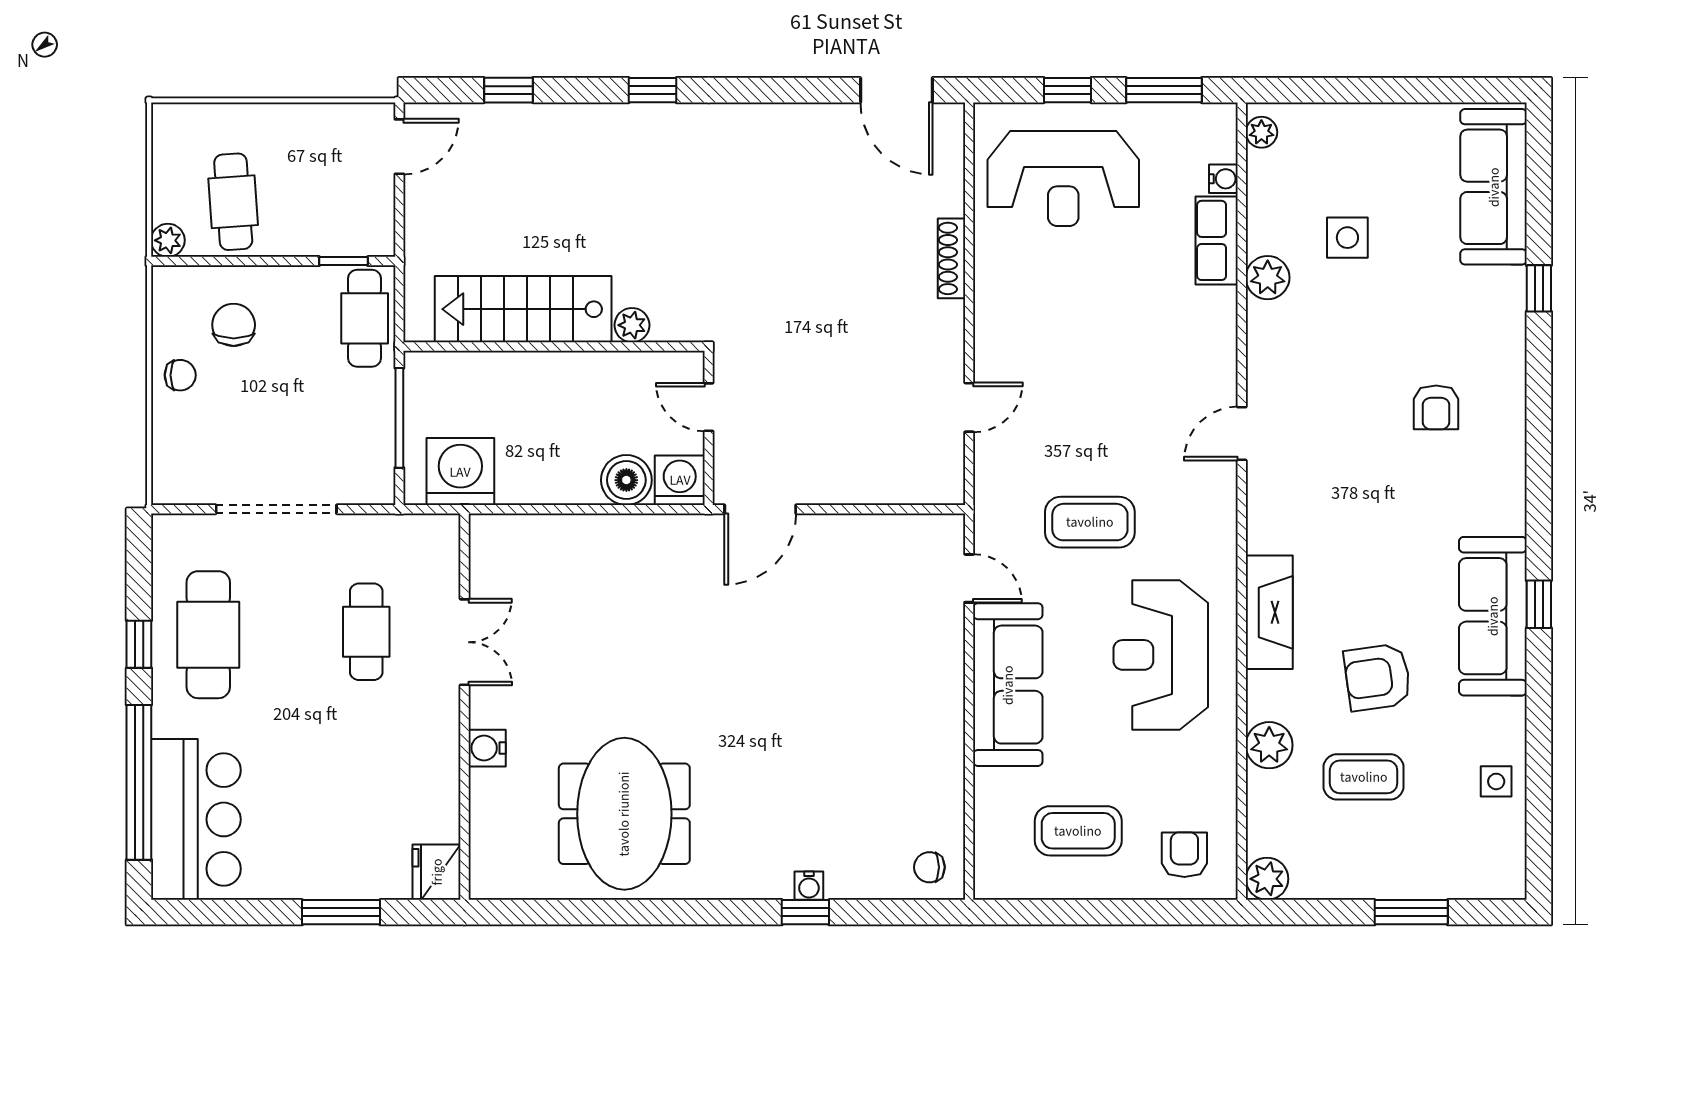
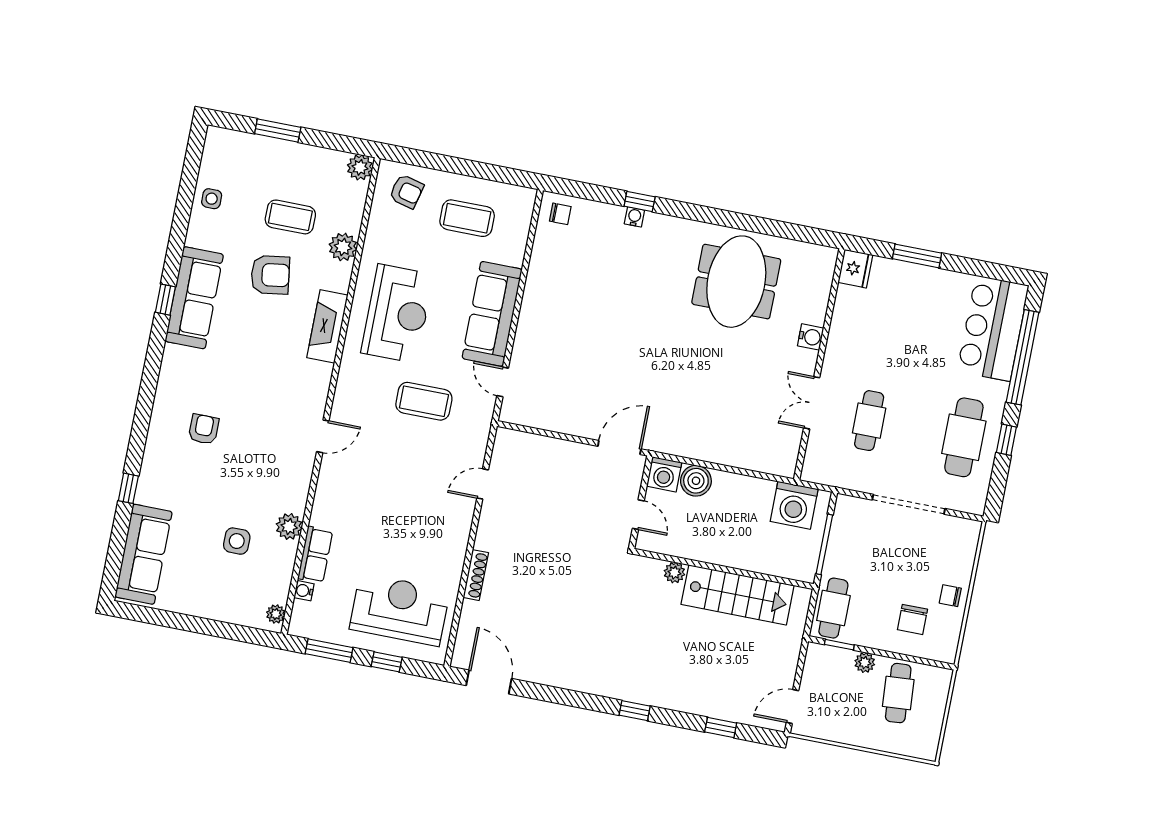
plant: (168, 240) -> (865, 663), moved
armchair: (1184, 855) -> (406, 191), turned -76

